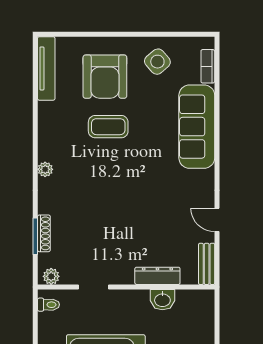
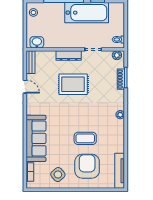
rug: (130, 224) -> (73, 84), added
dresser: (157, 276) -> (69, 56), moved
washbasin: (162, 300) -> (37, 42), moved

